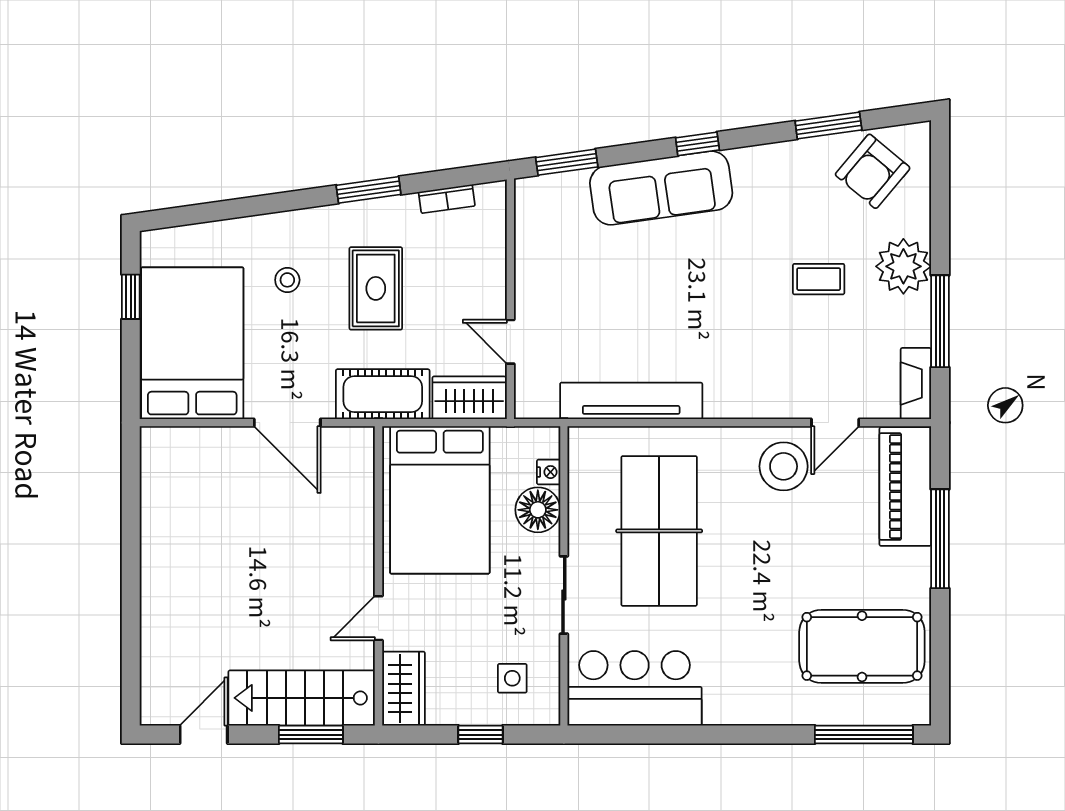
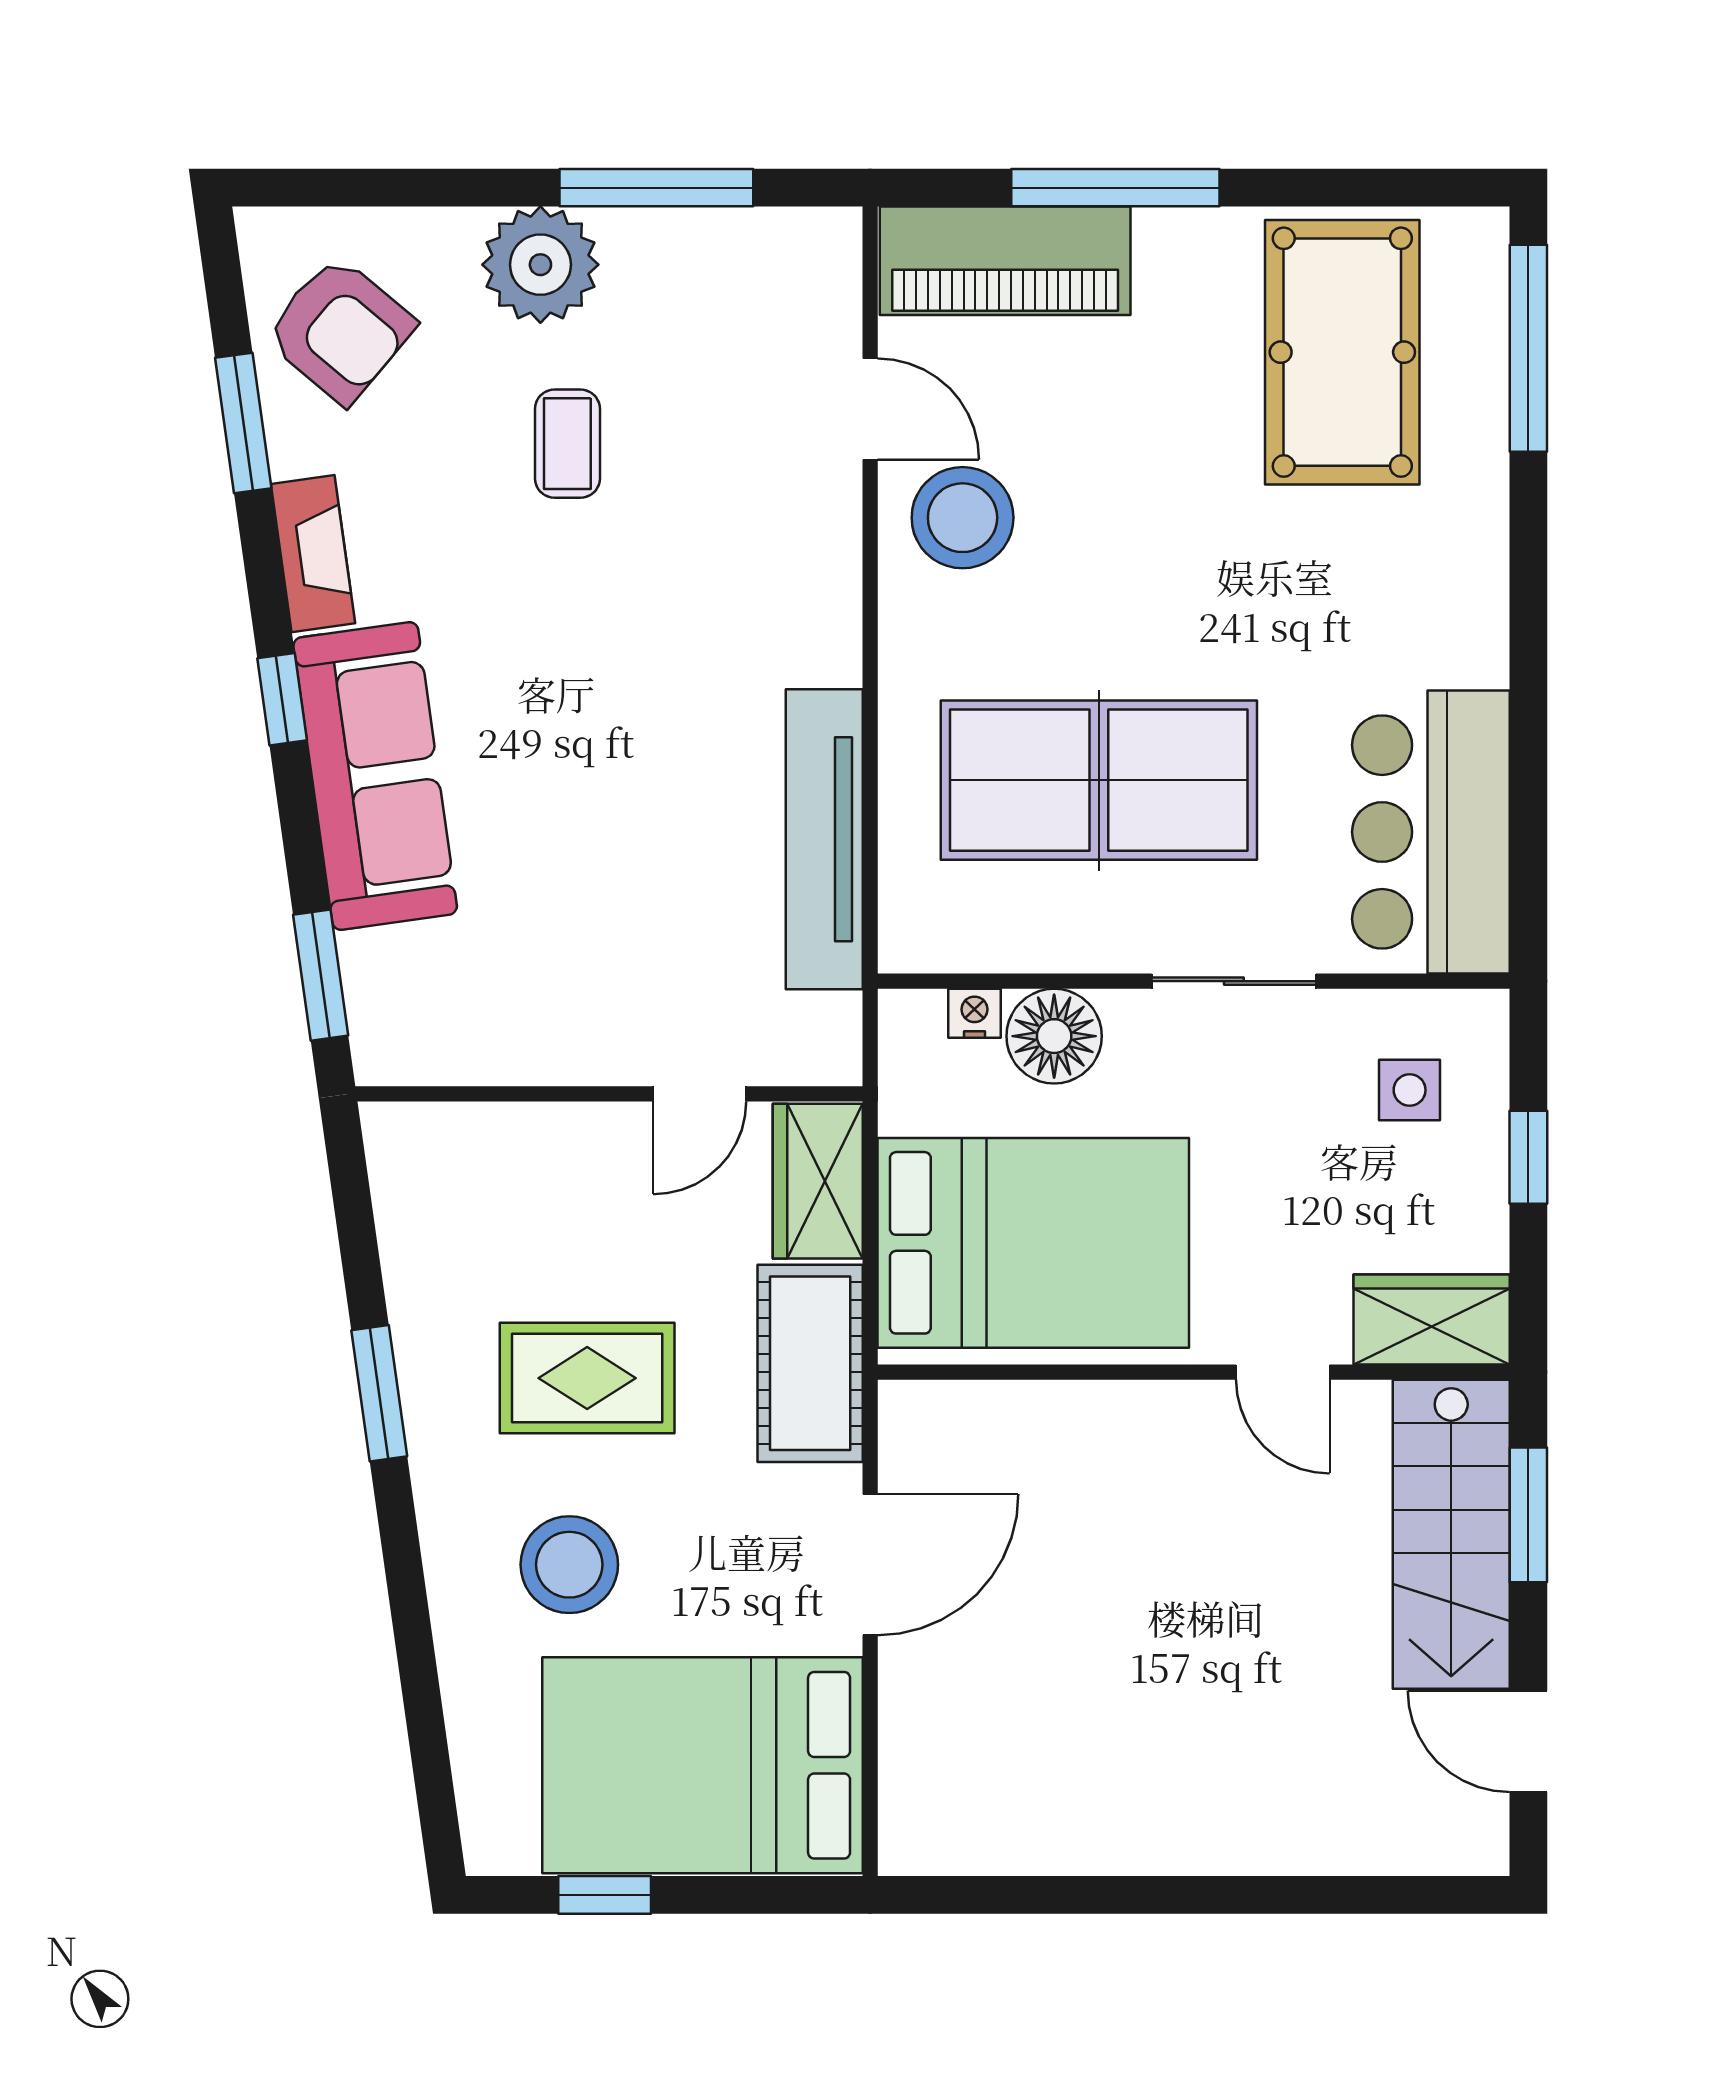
bookcase: (447, 199) -> (398, 1228), removed
stool: (287, 280) -> (569, 1565), width x1.89, depth x1.89
fireplace: (916, 383) -> (313, 554), moved, turned -98

